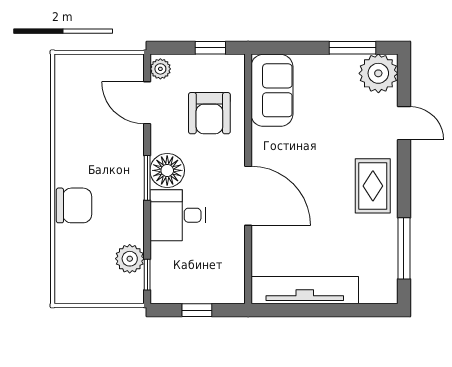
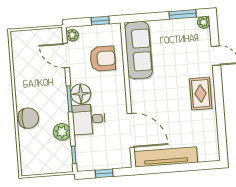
plant: (378, 73) -> (204, 22), width x0.53, depth x0.53
sofa: (272, 90) -> (138, 50), width x1.36
armchair: (209, 113) -> (103, 59), turned -90
door: (248, 196) -> (131, 130), moved
window: (404, 248) -> (221, 128), removed
plant: (130, 259) -> (62, 132), moved

